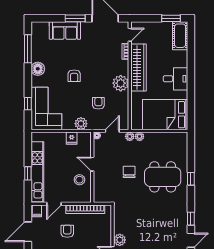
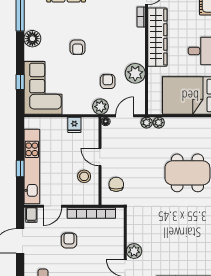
plant: (121, 83) -> (135, 73), moved
plant: (81, 124) -> (100, 107), moved
chair: (129, 172) -> (116, 184), moved

